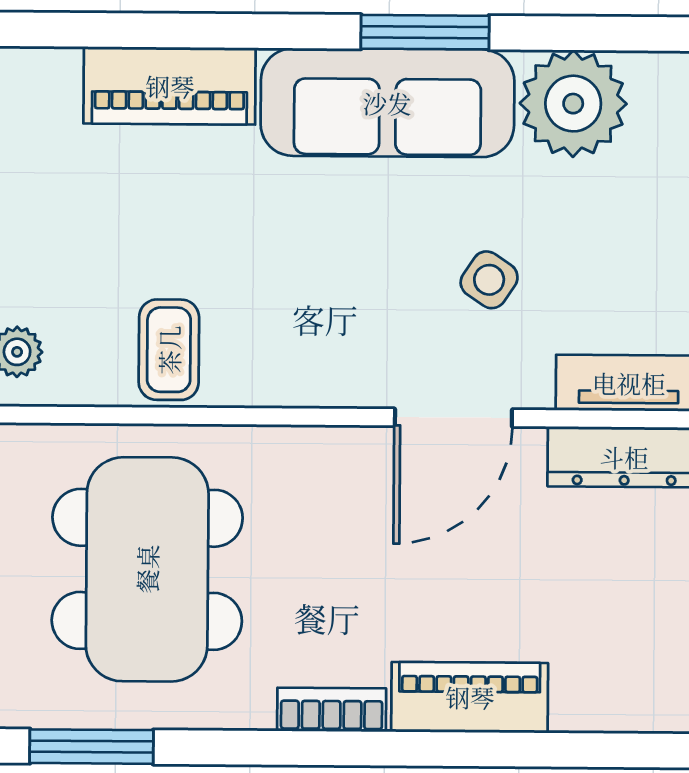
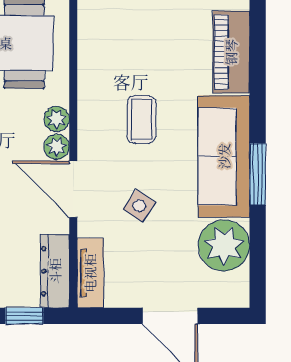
coffee table: (169, 350) -> (142, 120), moved, turned 90
plant: (307, 451) -> (57, 119), added
plant: (365, 452) -> (57, 147), added

